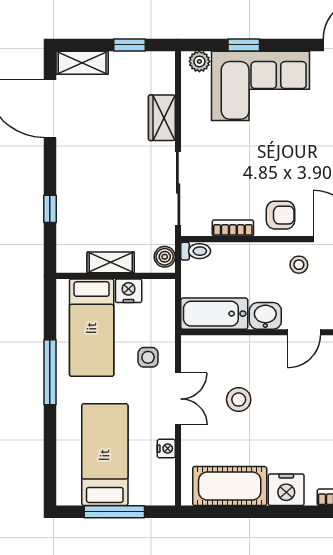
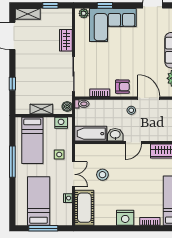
nightstand: (129, 291) -> (61, 123), moved
cot: (230, 486) -> (84, 208), moved, turned 90

